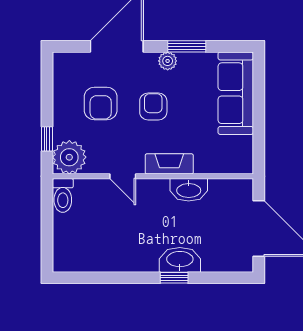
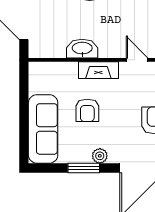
armchair: (153, 106) -> (87, 110), moved

